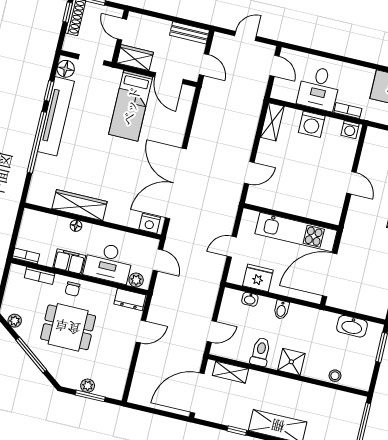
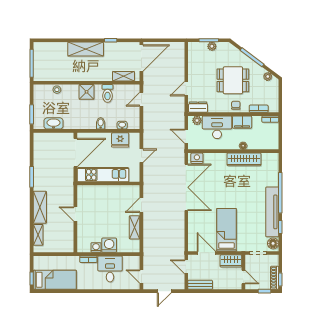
shelving: (272, 122) -> (135, 227), moved
washing machine: (350, 130) -> (96, 247), moved

